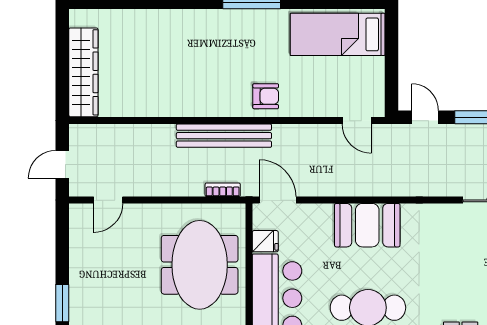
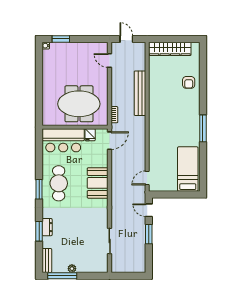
armchair: (266, 96) -> (189, 82), moved
door: (425, 117) -> (149, 210), swing flipped
bench: (224, 136) -> (140, 93), moved

